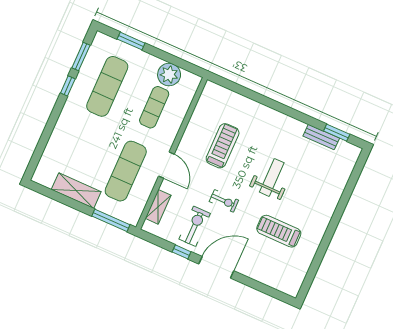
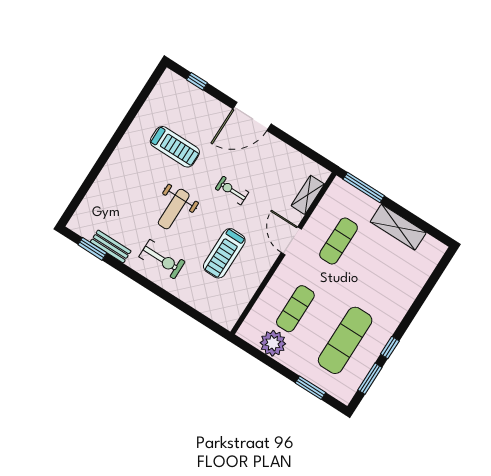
exercise mat: (126, 171) -> (339, 241), width x0.73, depth x0.69
exercise bike: (195, 226) -> (162, 259), moved, turned -90
window: (182, 252) -> (197, 81), moved

